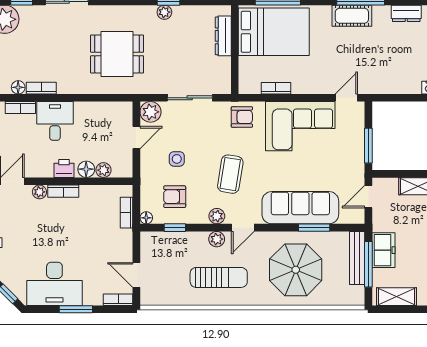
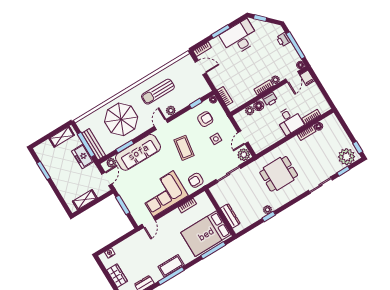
plant: (217, 216) -> (111, 163), moved

